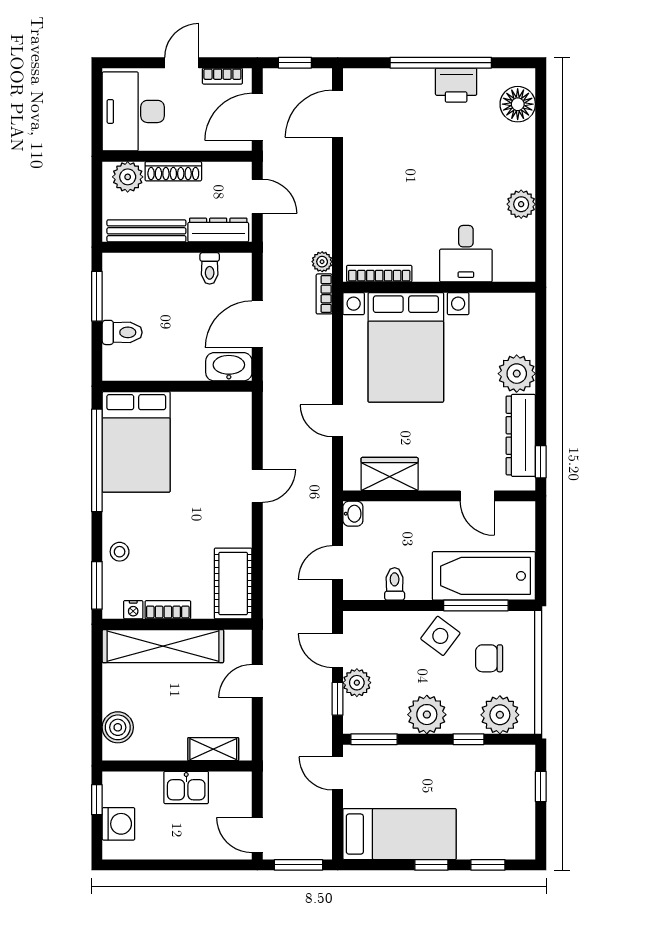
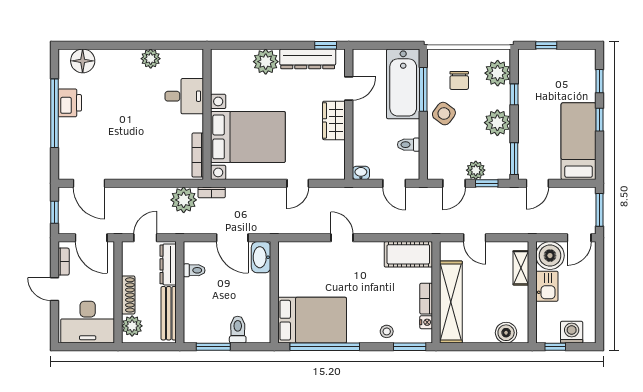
plant: (322, 262) -> (184, 200), width x1.88, depth x1.88
wardrobe: (390, 474) -> (334, 120), moved
boiler: (231, 792) -> (550, 256), added

